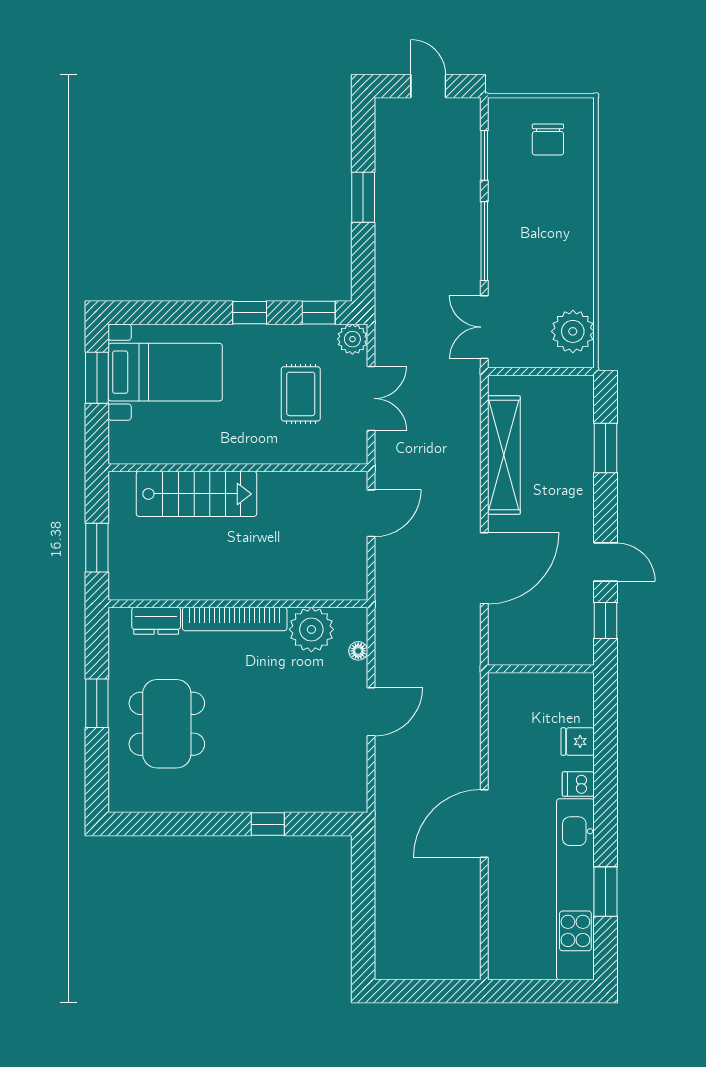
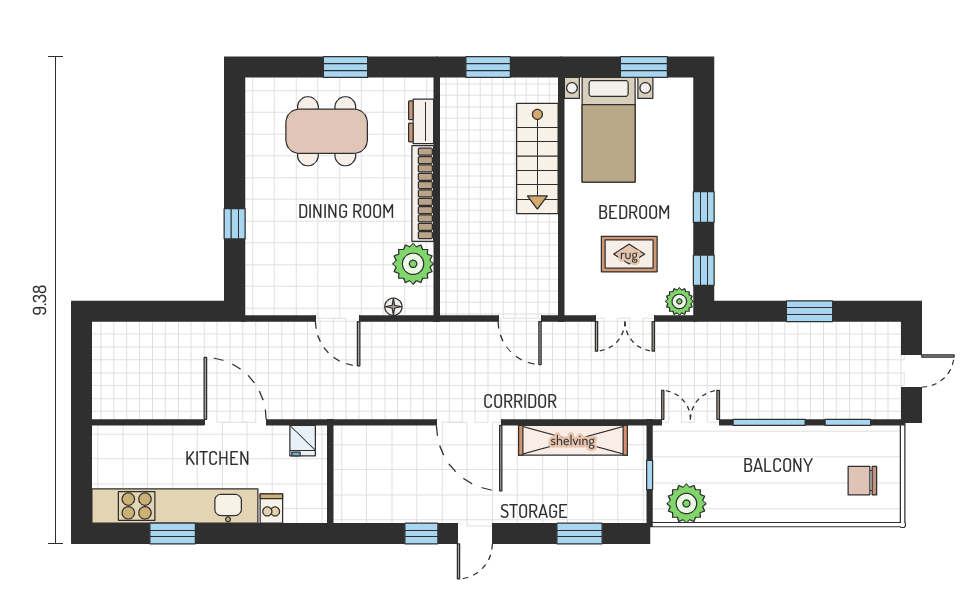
bed with nightstands: (165, 372) -> (609, 130), moved
window: (542, 372) -> (650, 475), added
wall: (541, 669) -> (330, 474), moved
fridge: (578, 742) -> (303, 441), moved, turned 180

